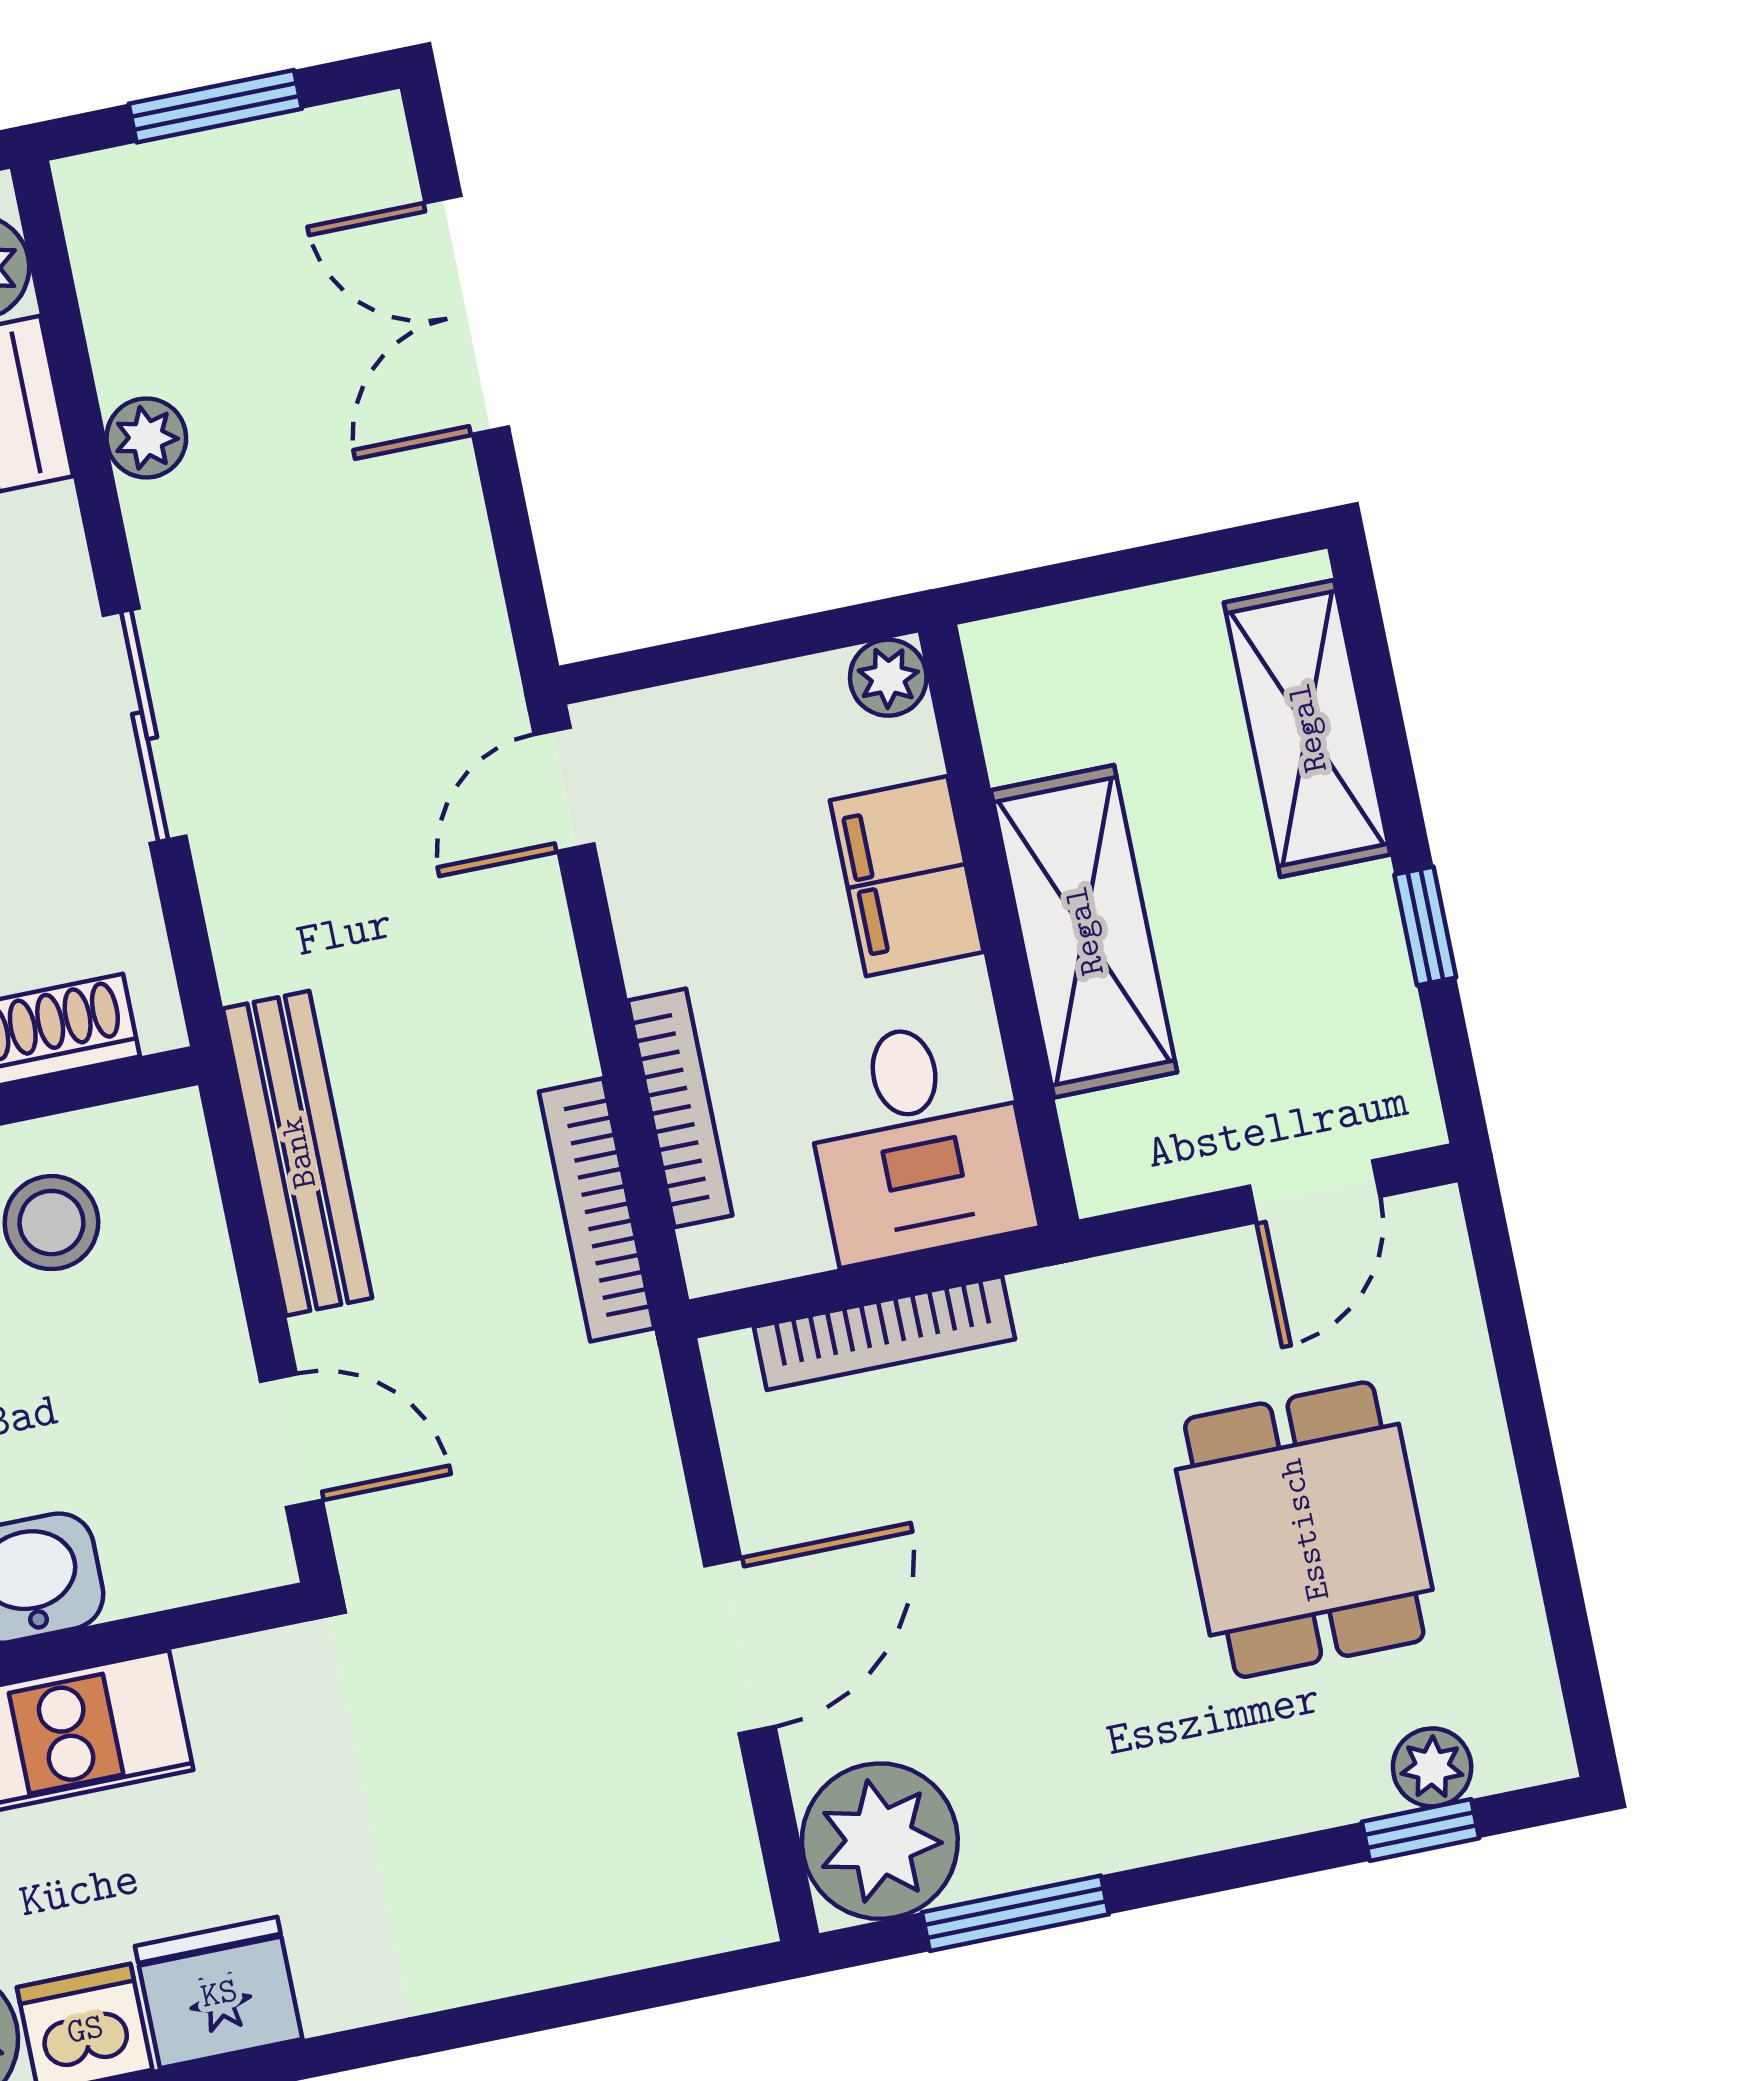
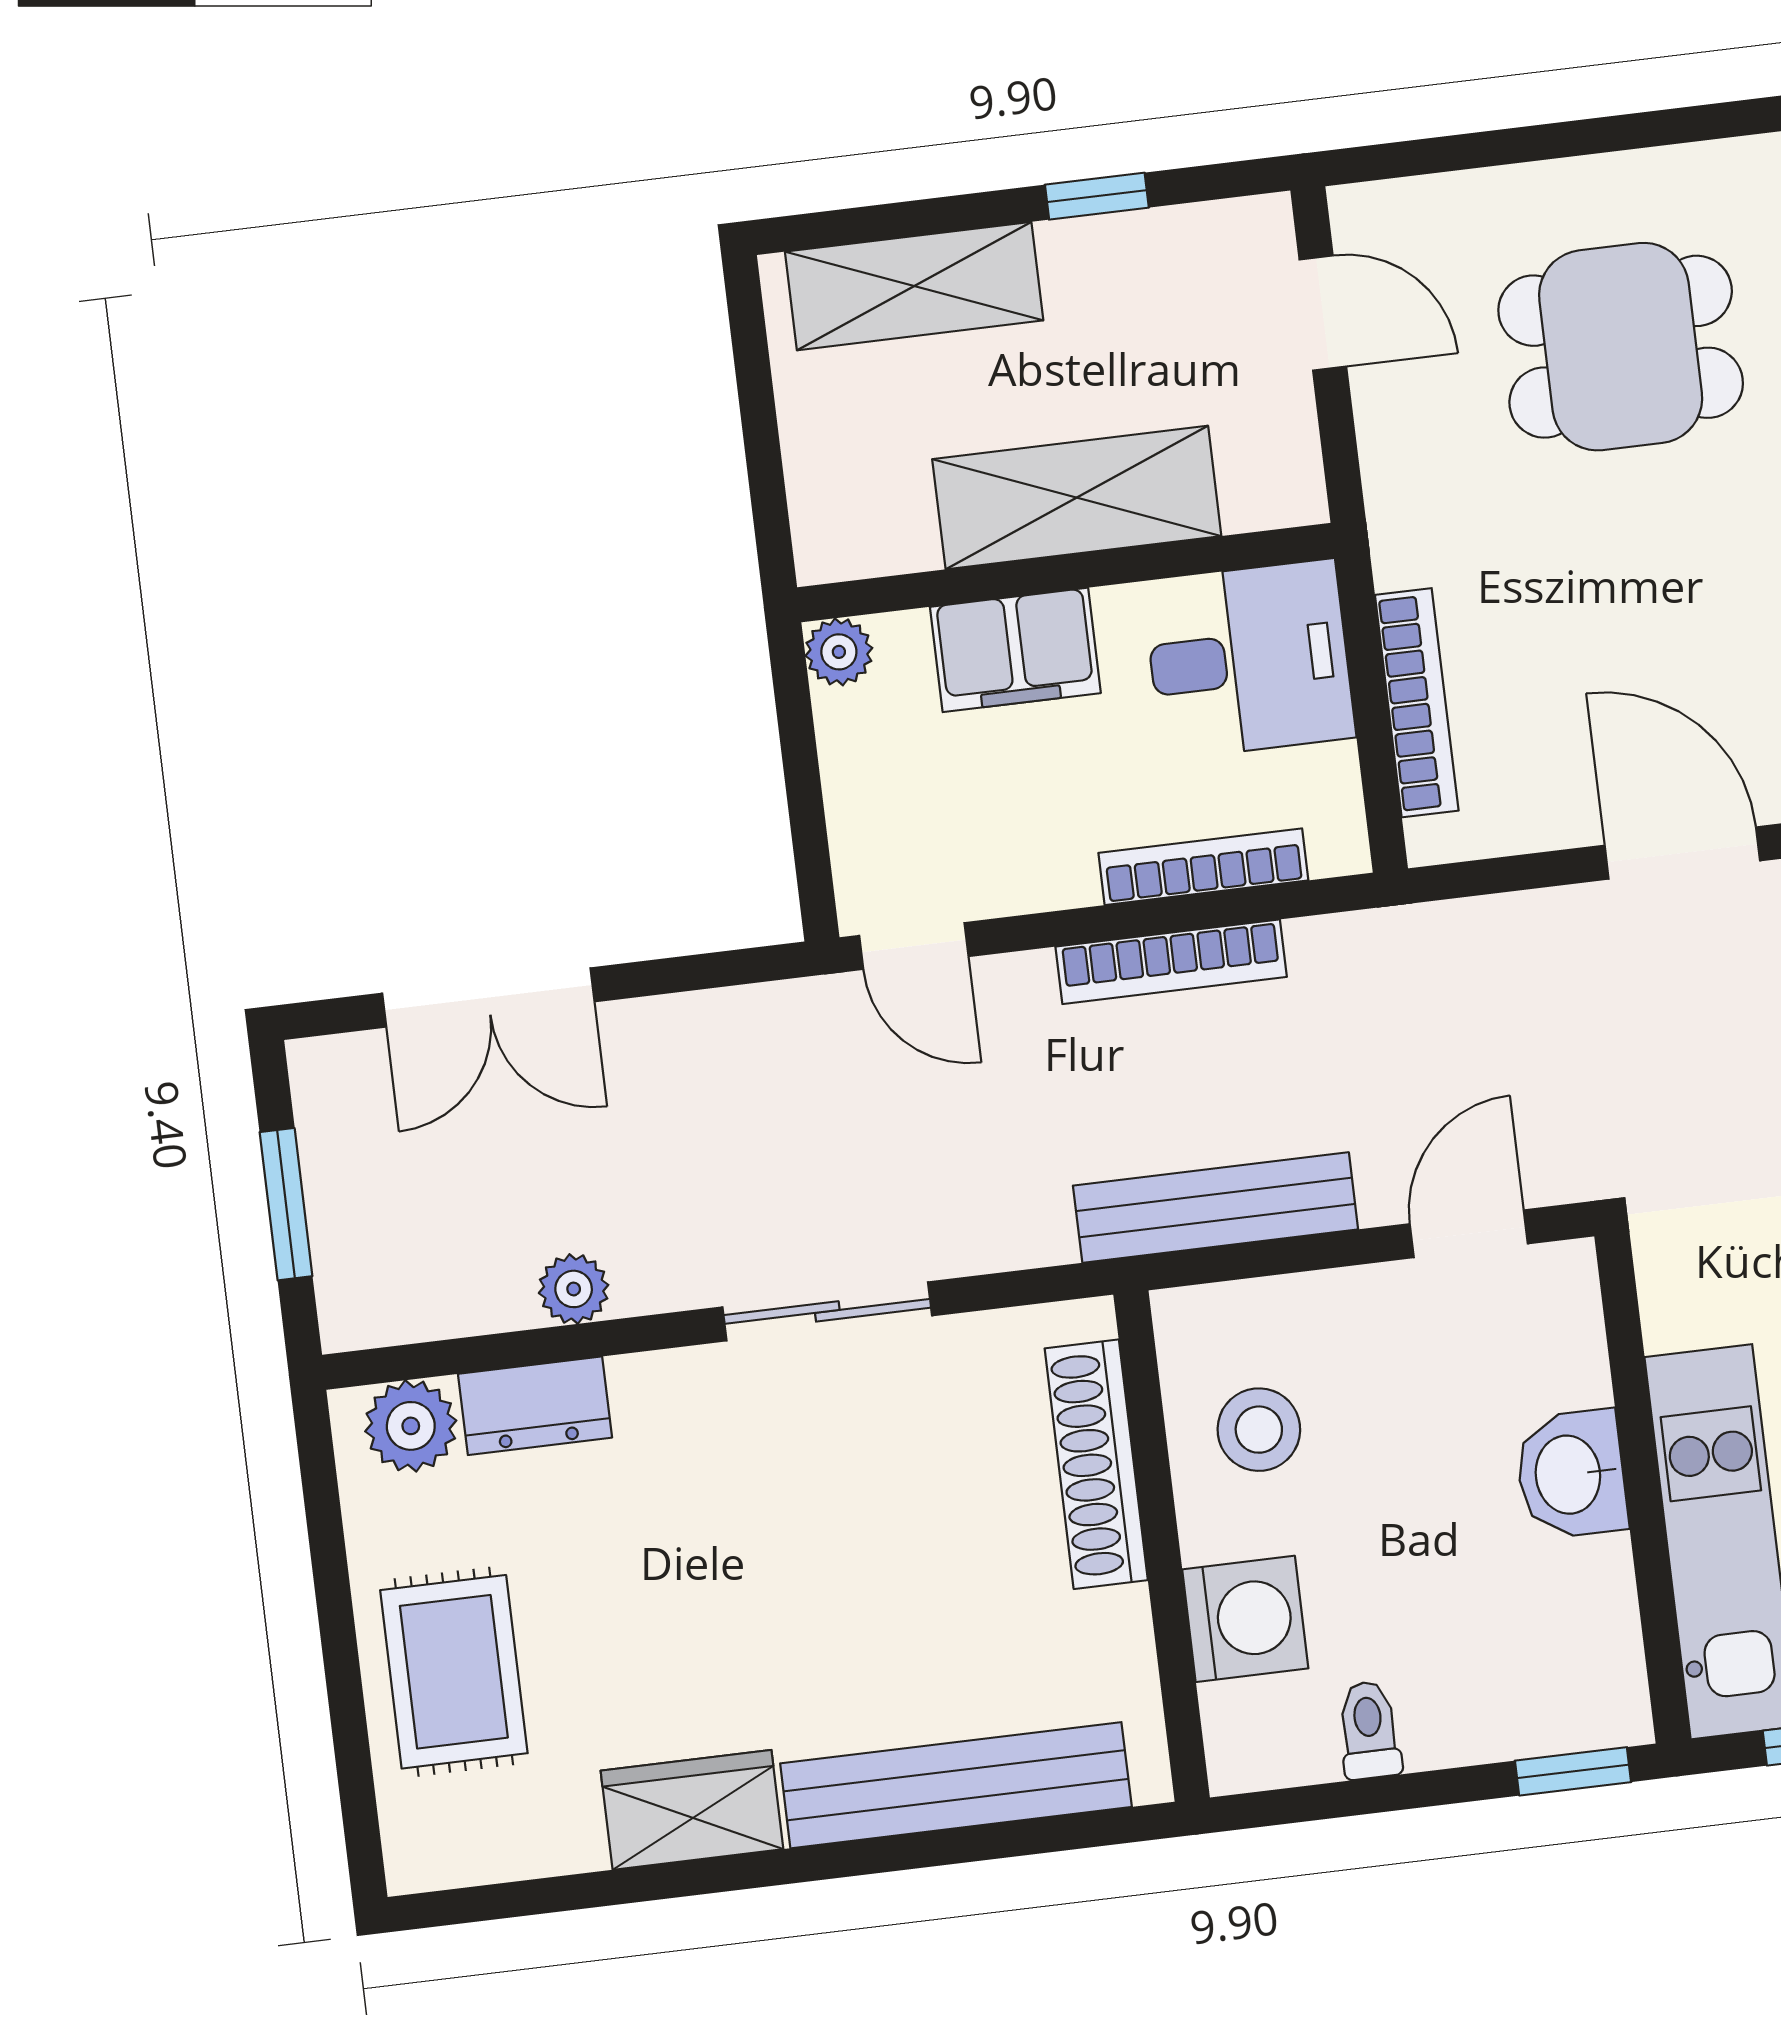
bookcase: (597, 1210) -> (1171, 962), moved

